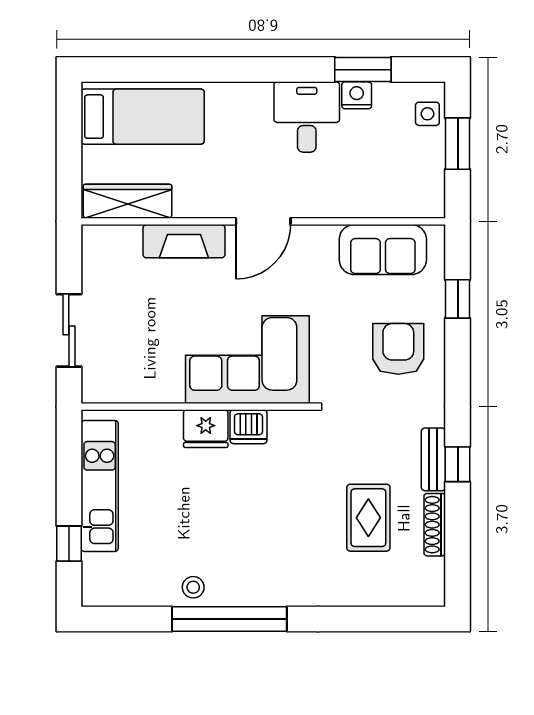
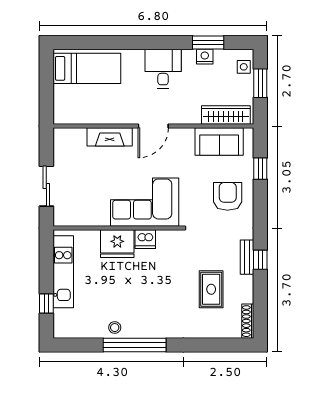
desk: (307, 117) -> (163, 69), moved
wardrobe: (127, 201) -> (226, 115), moved
fridge: (206, 429) -> (117, 244), width x1.36, depth x1.34
shoe rack: (435, 525) -> (248, 321), moved

